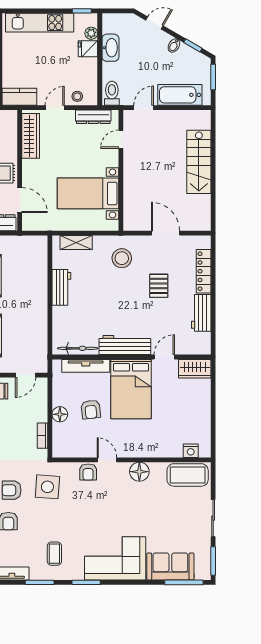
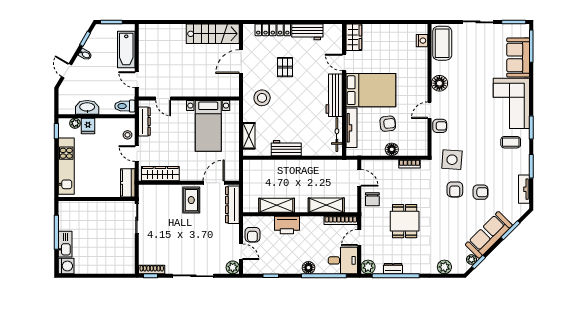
stairs: (199, 162) -> (213, 34), moved
pallet: (159, 286) -> (285, 67), turned 90
coffee table: (54, 554) -> (511, 142), moved

